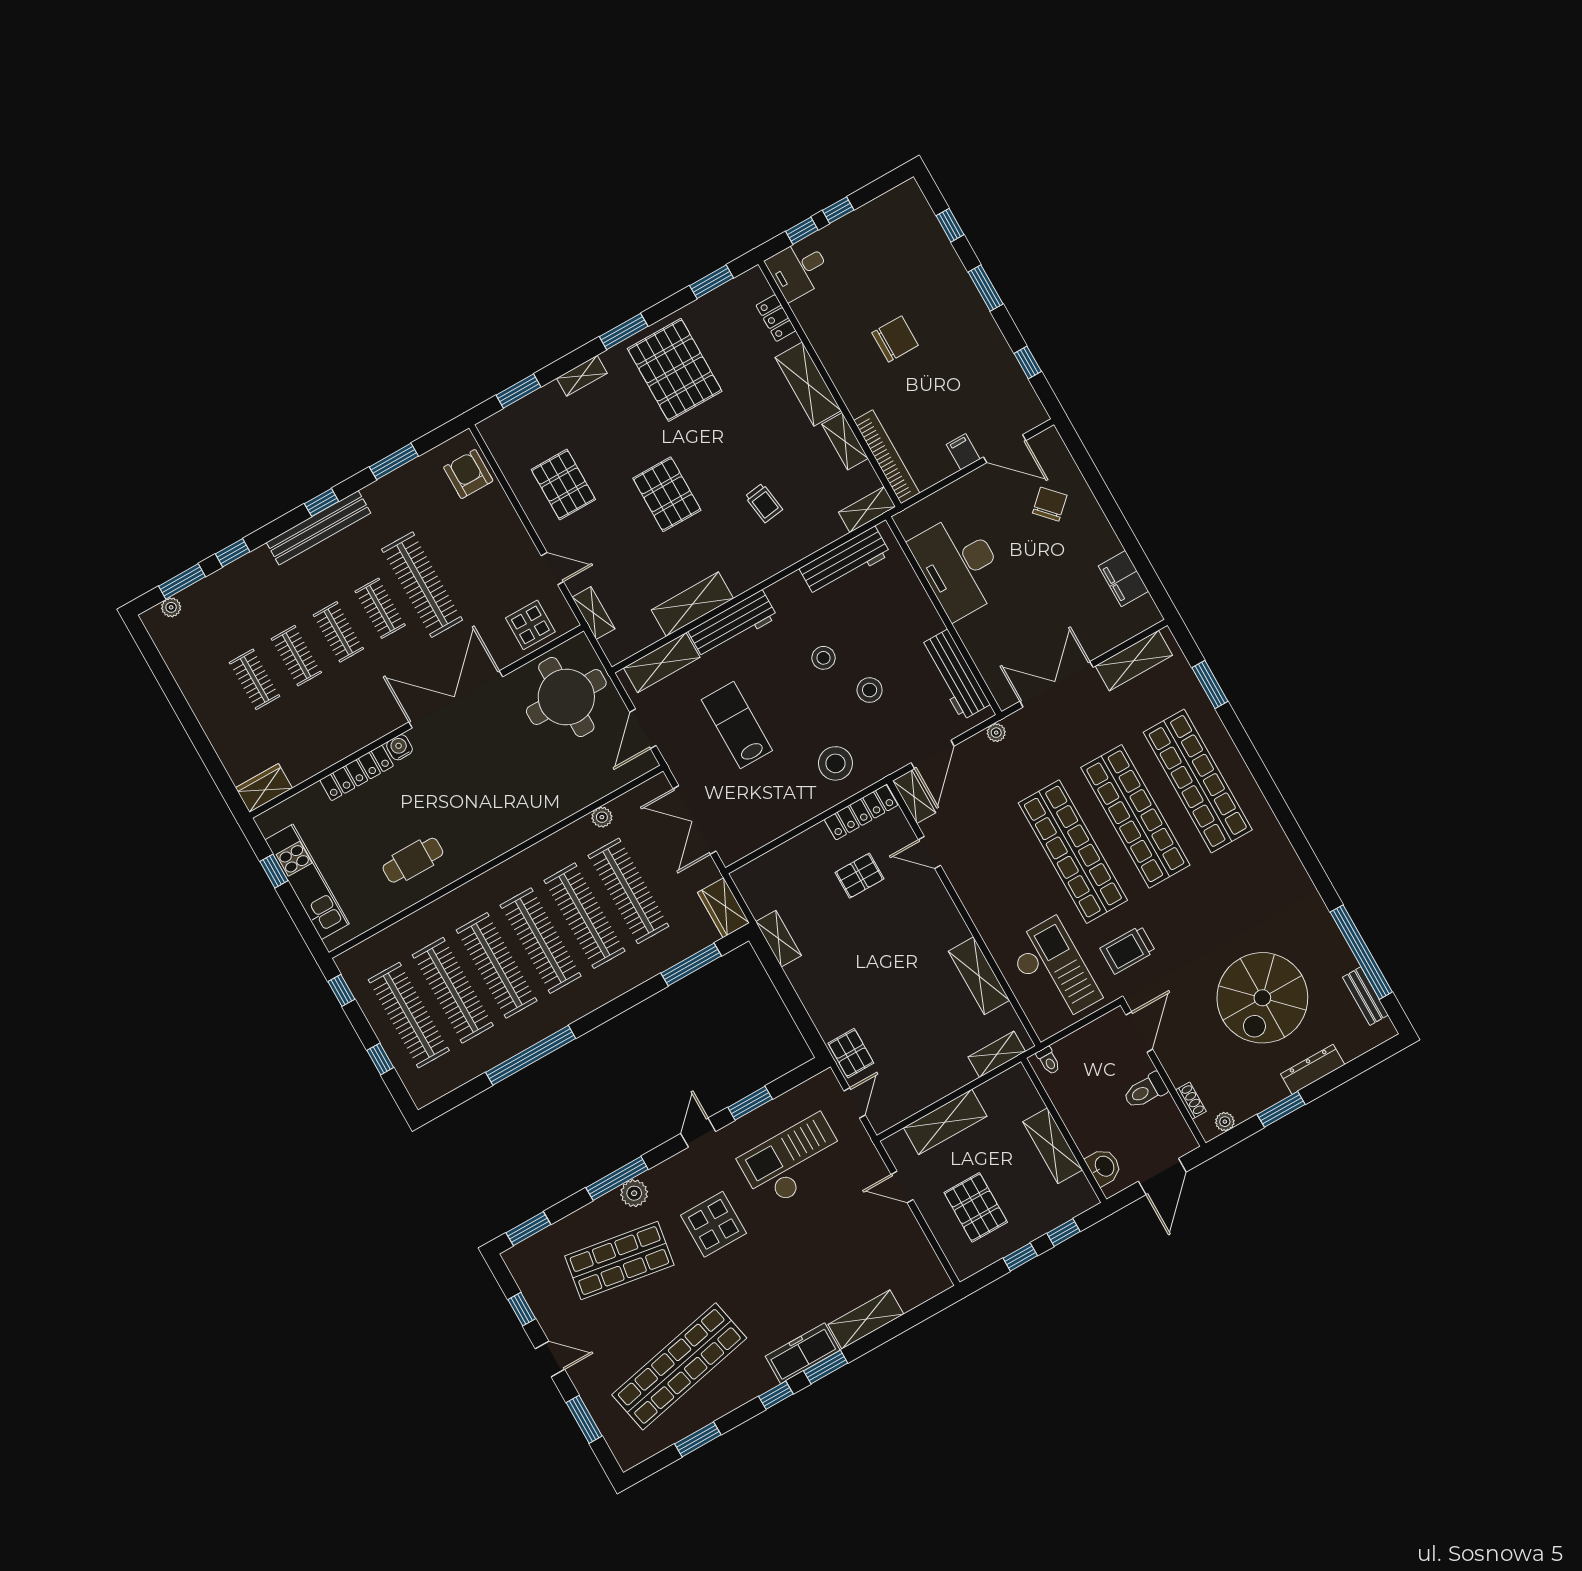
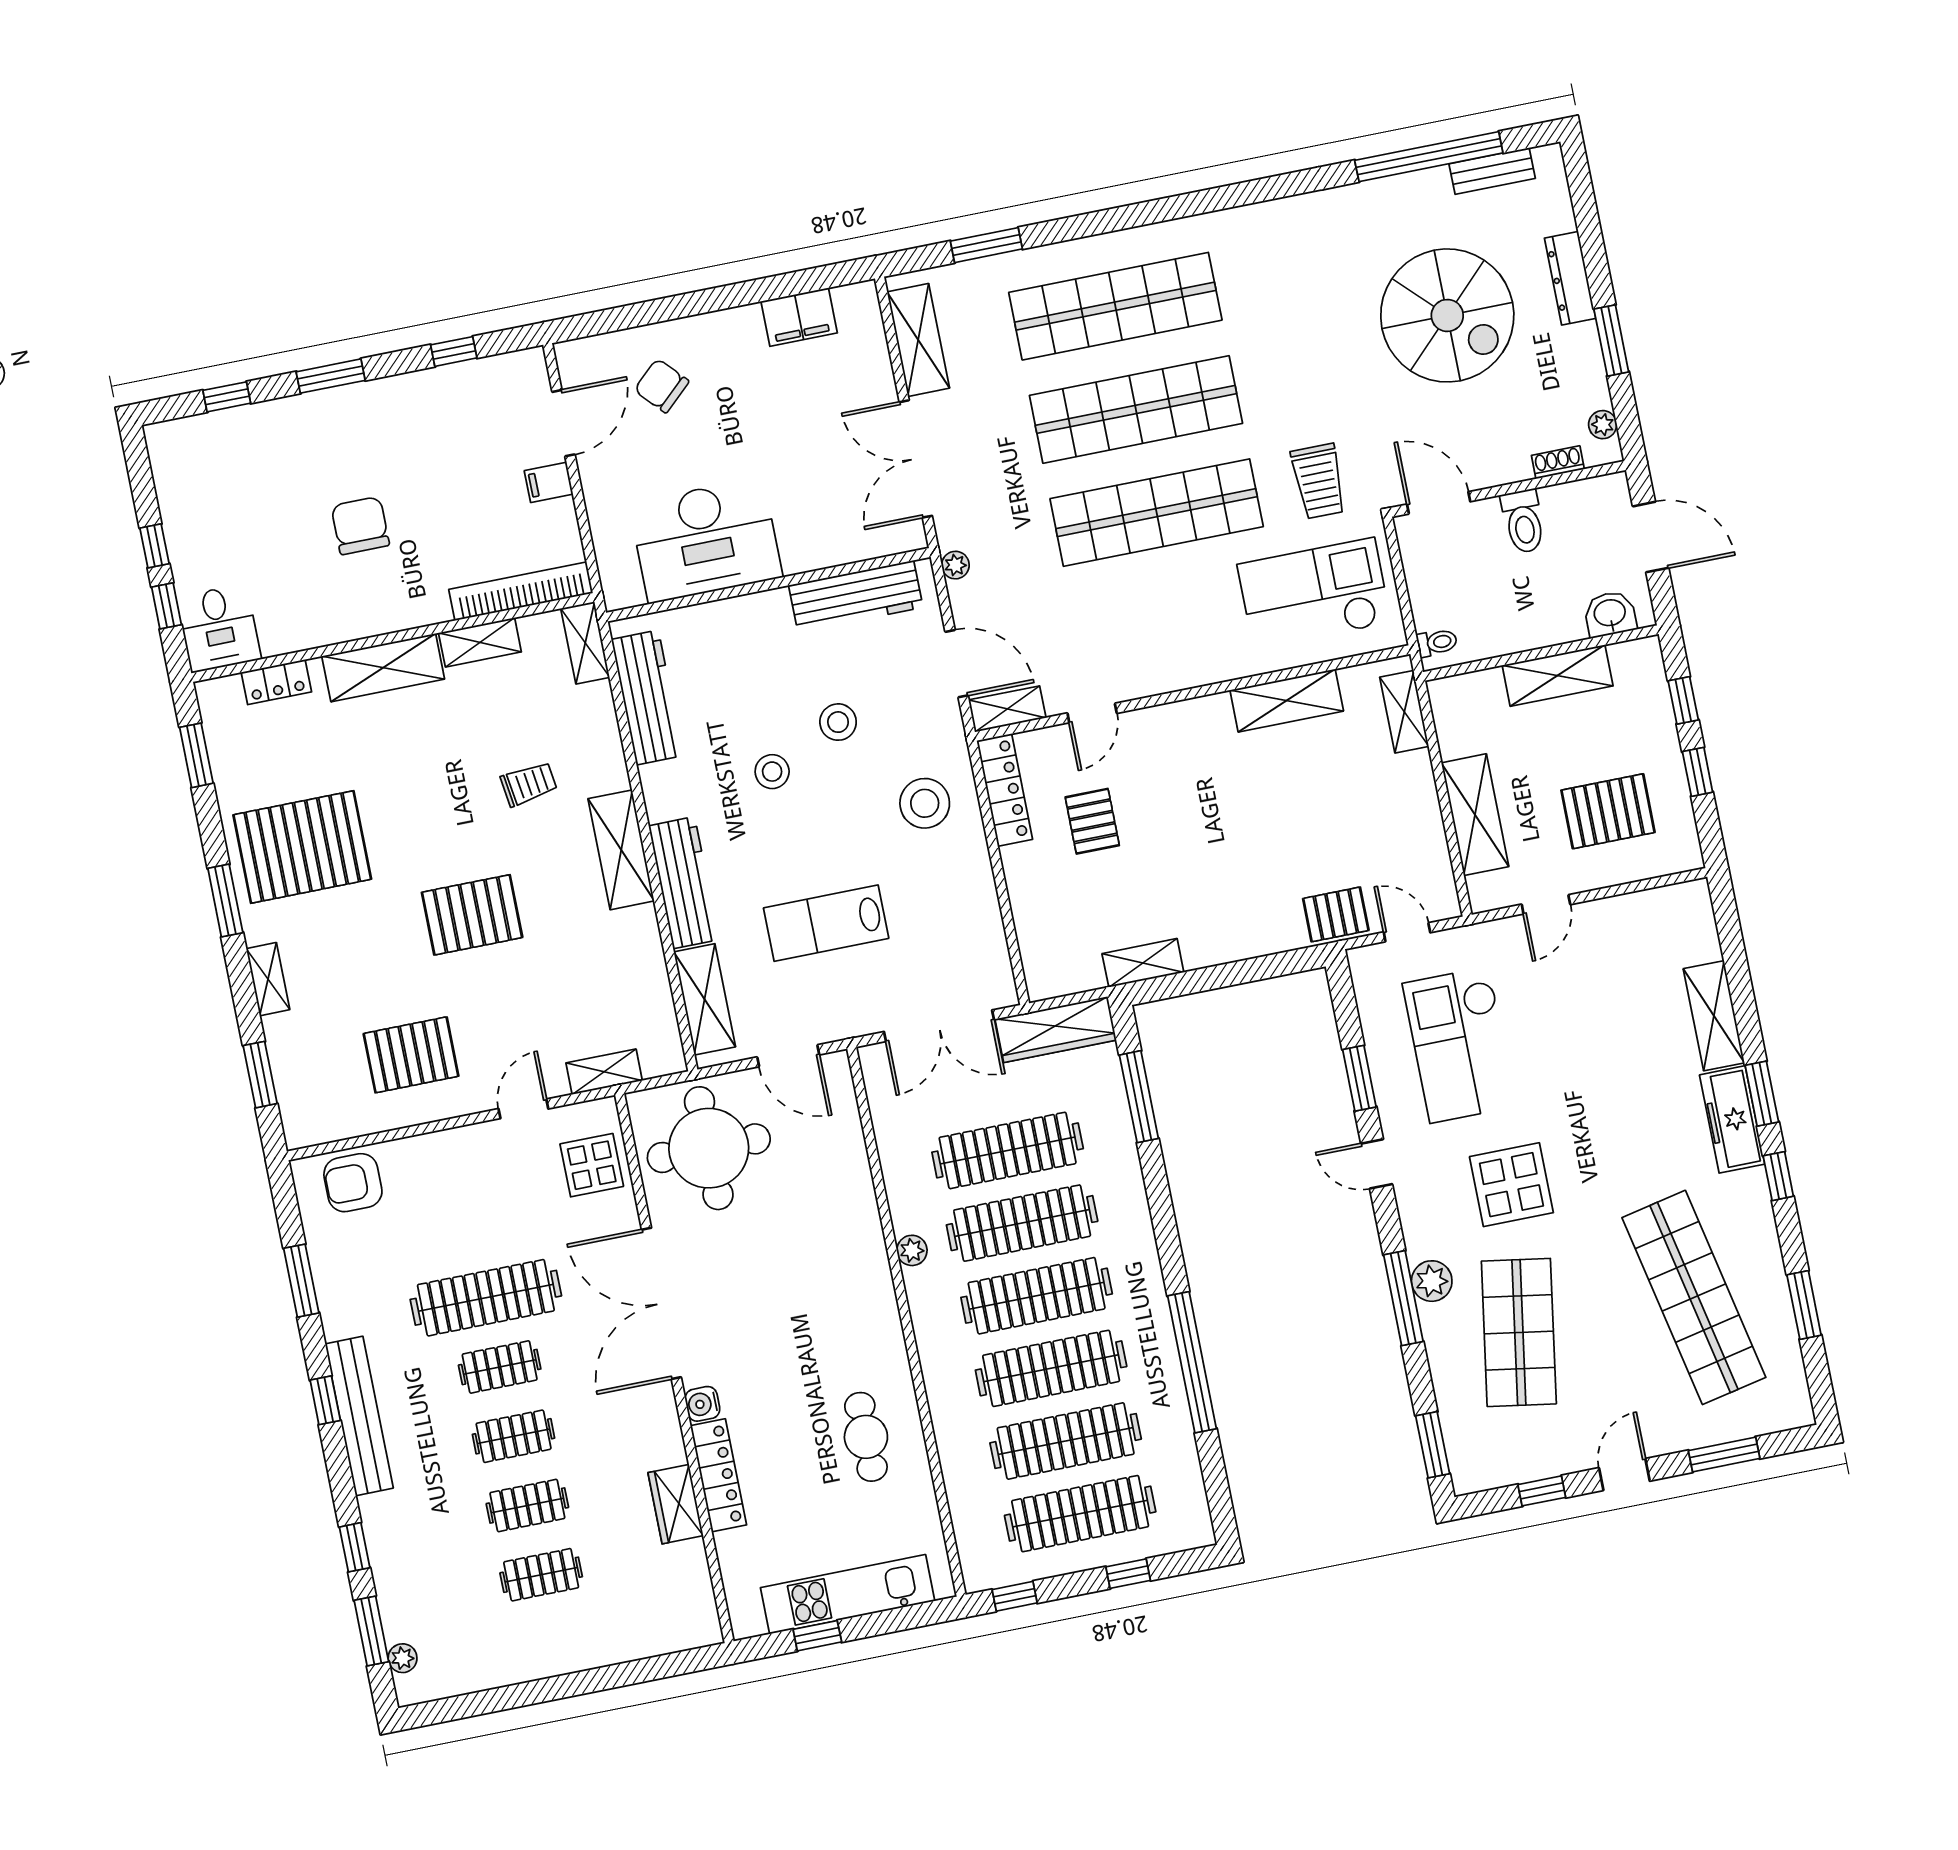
shelving: (692, 604) -> (621, 850), moved
wardrobe: (264, 788) -> (676, 1504), moved
plant: (602, 817) -> (912, 1250), moved
wardrobe: (723, 908) -> (1056, 1030), width x1.50

